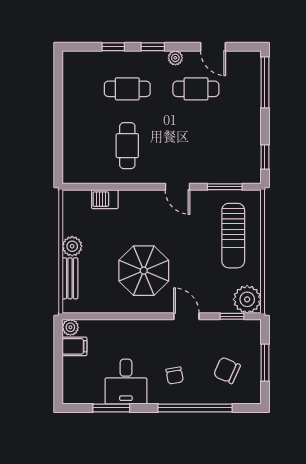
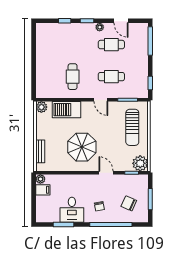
cafe table: (127, 89) -> (111, 77), moved
barbecue: (105, 199) -> (67, 110), width x1.88, depth x1.53
plant: (72, 246) -> (41, 107), moved

